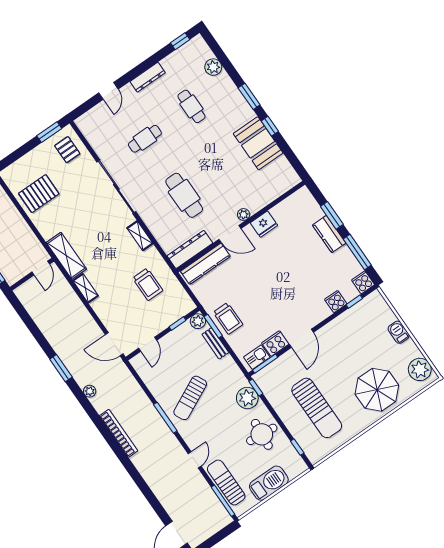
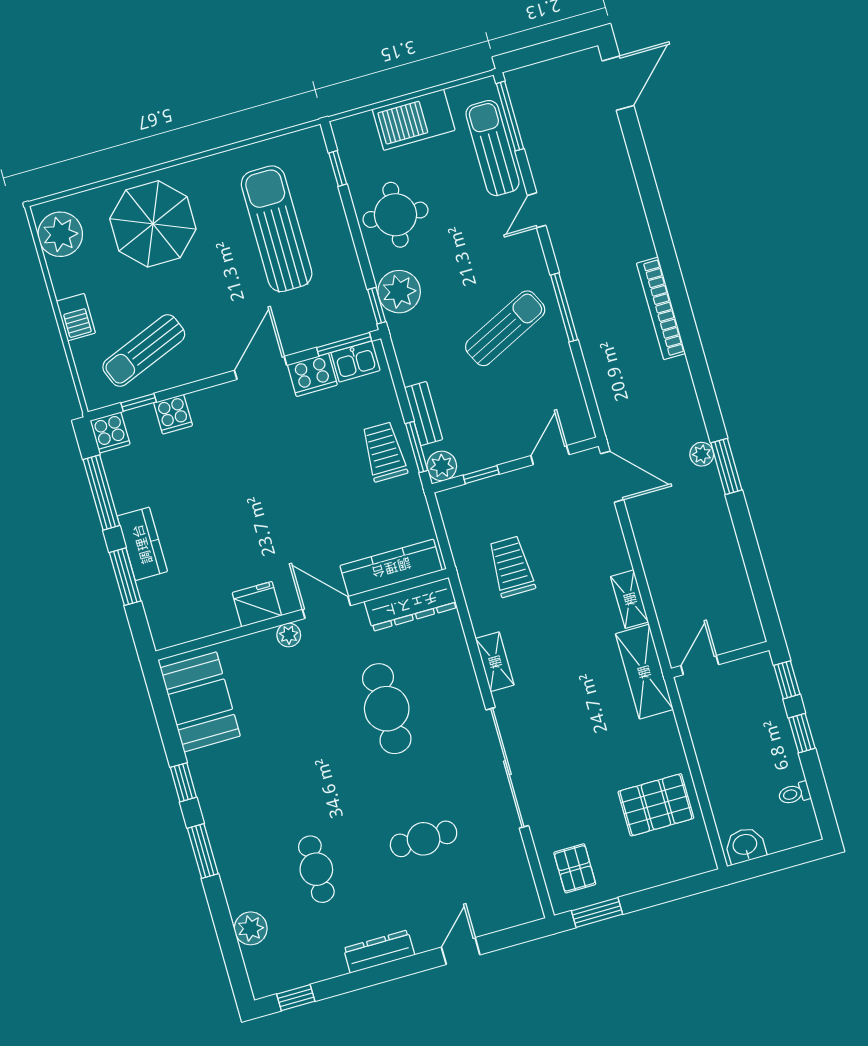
booth: (258, 143) -> (200, 702), moved
sun lounger: (360, 327) -> (144, 350), added
plant: (90, 391) -> (702, 454), moved
sun lounger: (226, 483) -> (492, 148), turned 180

